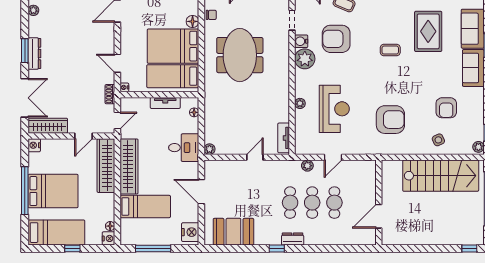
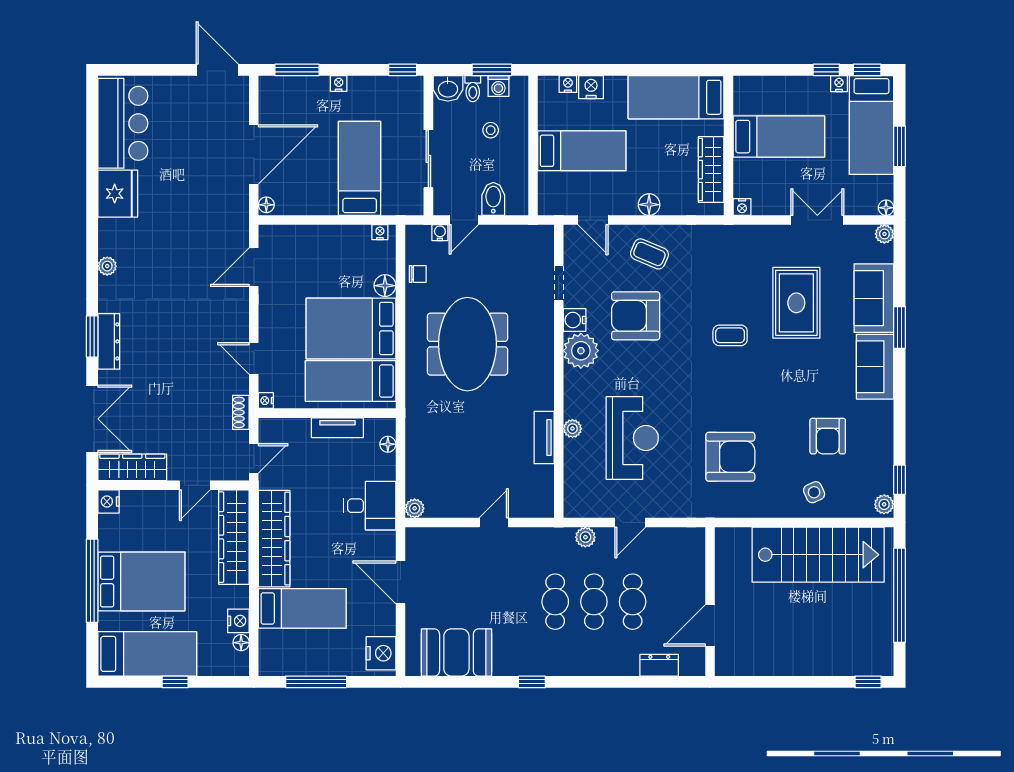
tv unit: (284, 138) -> (544, 438), moved
nightstand: (109, 238) -> (238, 621), moved
dresser: (293, 239) -> (659, 665), moved

